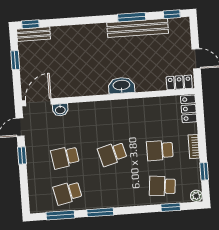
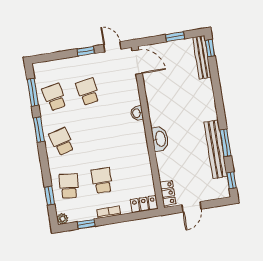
bench: (34, 34) -> (202, 57), width x1.36
washbasin: (60, 110) -> (137, 113), moved
school desk: (112, 154) -> (62, 141), moved

